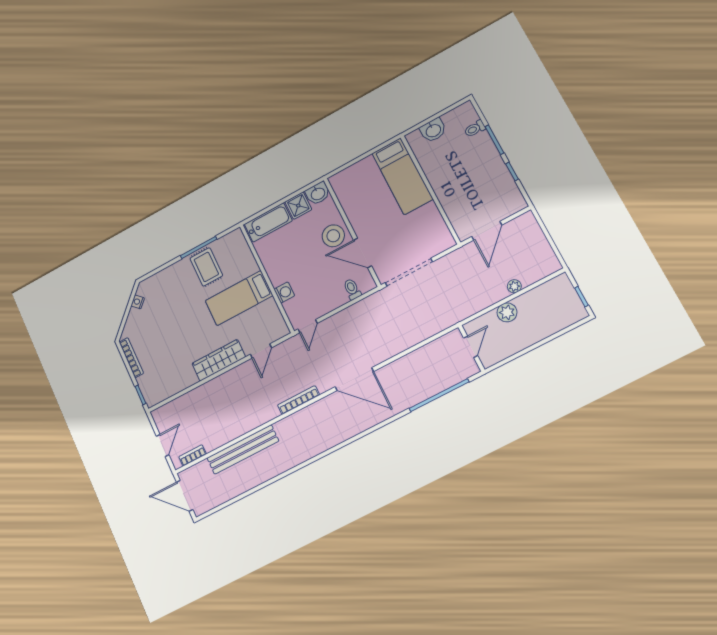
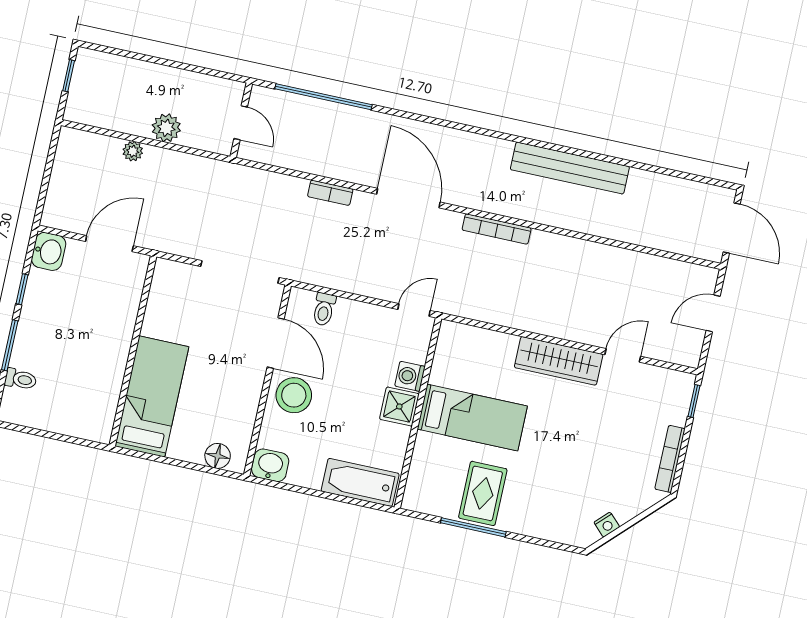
washbasin: (433, 130) -> (49, 251), moved, turned 90
floor lamp: (347, 176) -> (218, 456), added
shower: (298, 206) -> (399, 406), moved
door: (471, 347) -> (241, 123), swing flipped
door: (261, 351) -> (623, 355), moved
bench: (243, 449) -> (570, 168), moved
bookcase: (193, 455) -> (330, 193), moved

